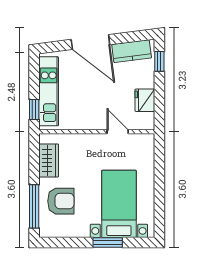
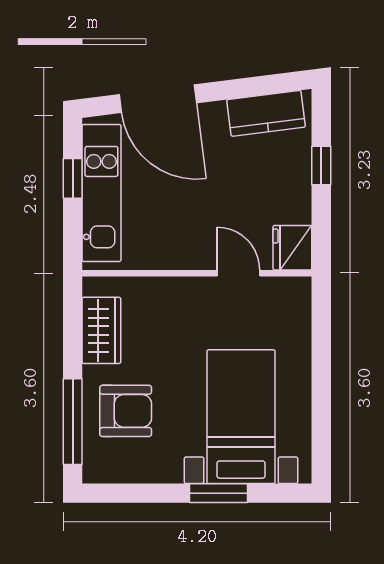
door: (90, 42) -> (158, 99), moved
window: (159, 61) -> (321, 165), moved
fridge: (145, 100) -> (292, 248), moved
window: (34, 109) -> (73, 178), moved

